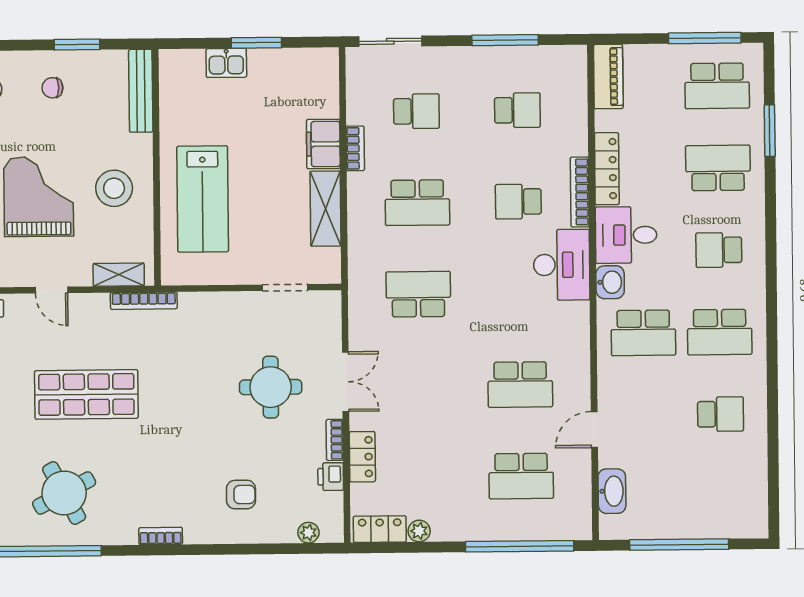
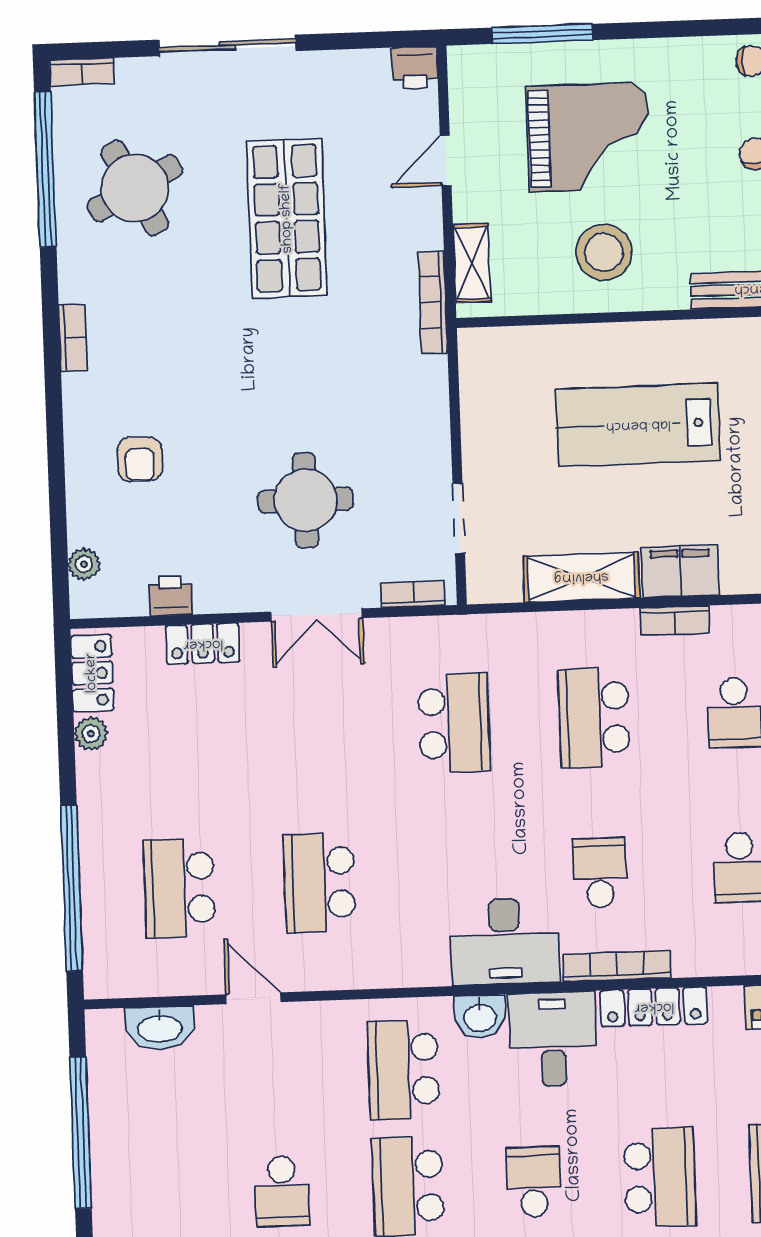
lab bench: (203, 199) -> (638, 425), moved
bookcase: (335, 440) -> (413, 594), moved

